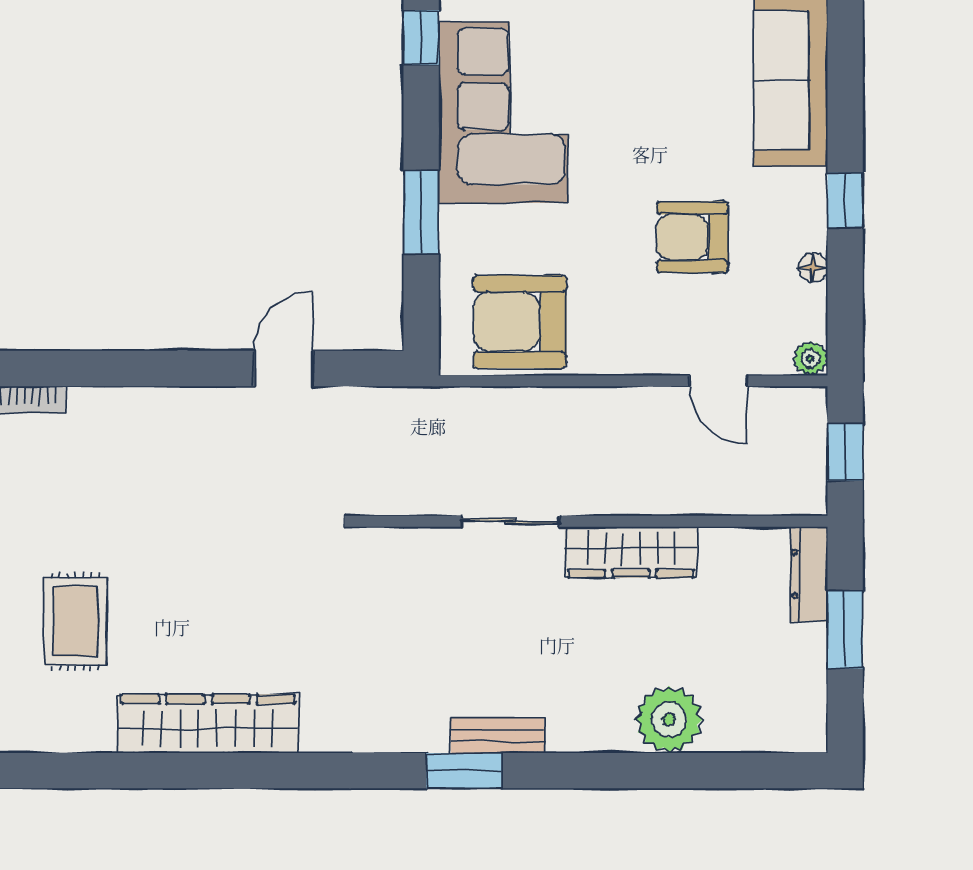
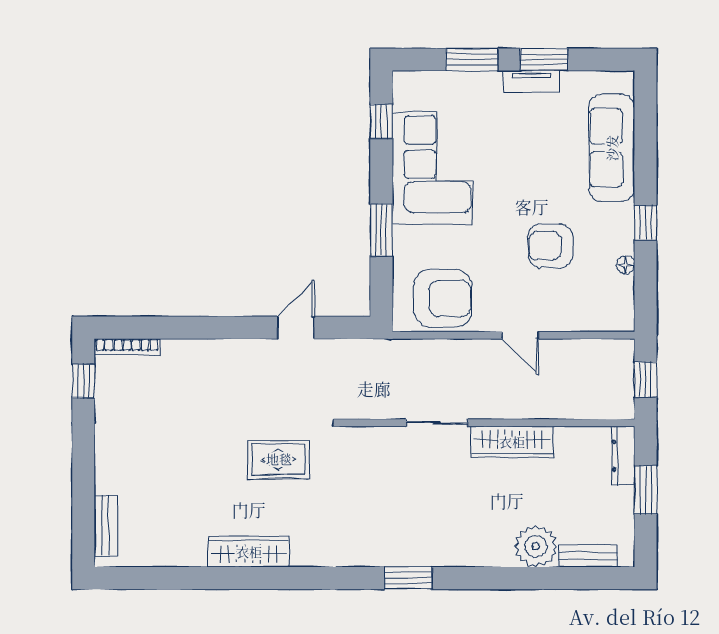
armchair: (520, 322) -> (443, 298), turned 180
plant: (810, 358) -> (624, 321), removed
door: (718, 381) -> (520, 335), moved
rug: (76, 622) -> (279, 459), moved, turned 90
wardrobe: (208, 724) -> (249, 552), width x0.71, depth x0.85
bench: (497, 735) -> (588, 556), moved

